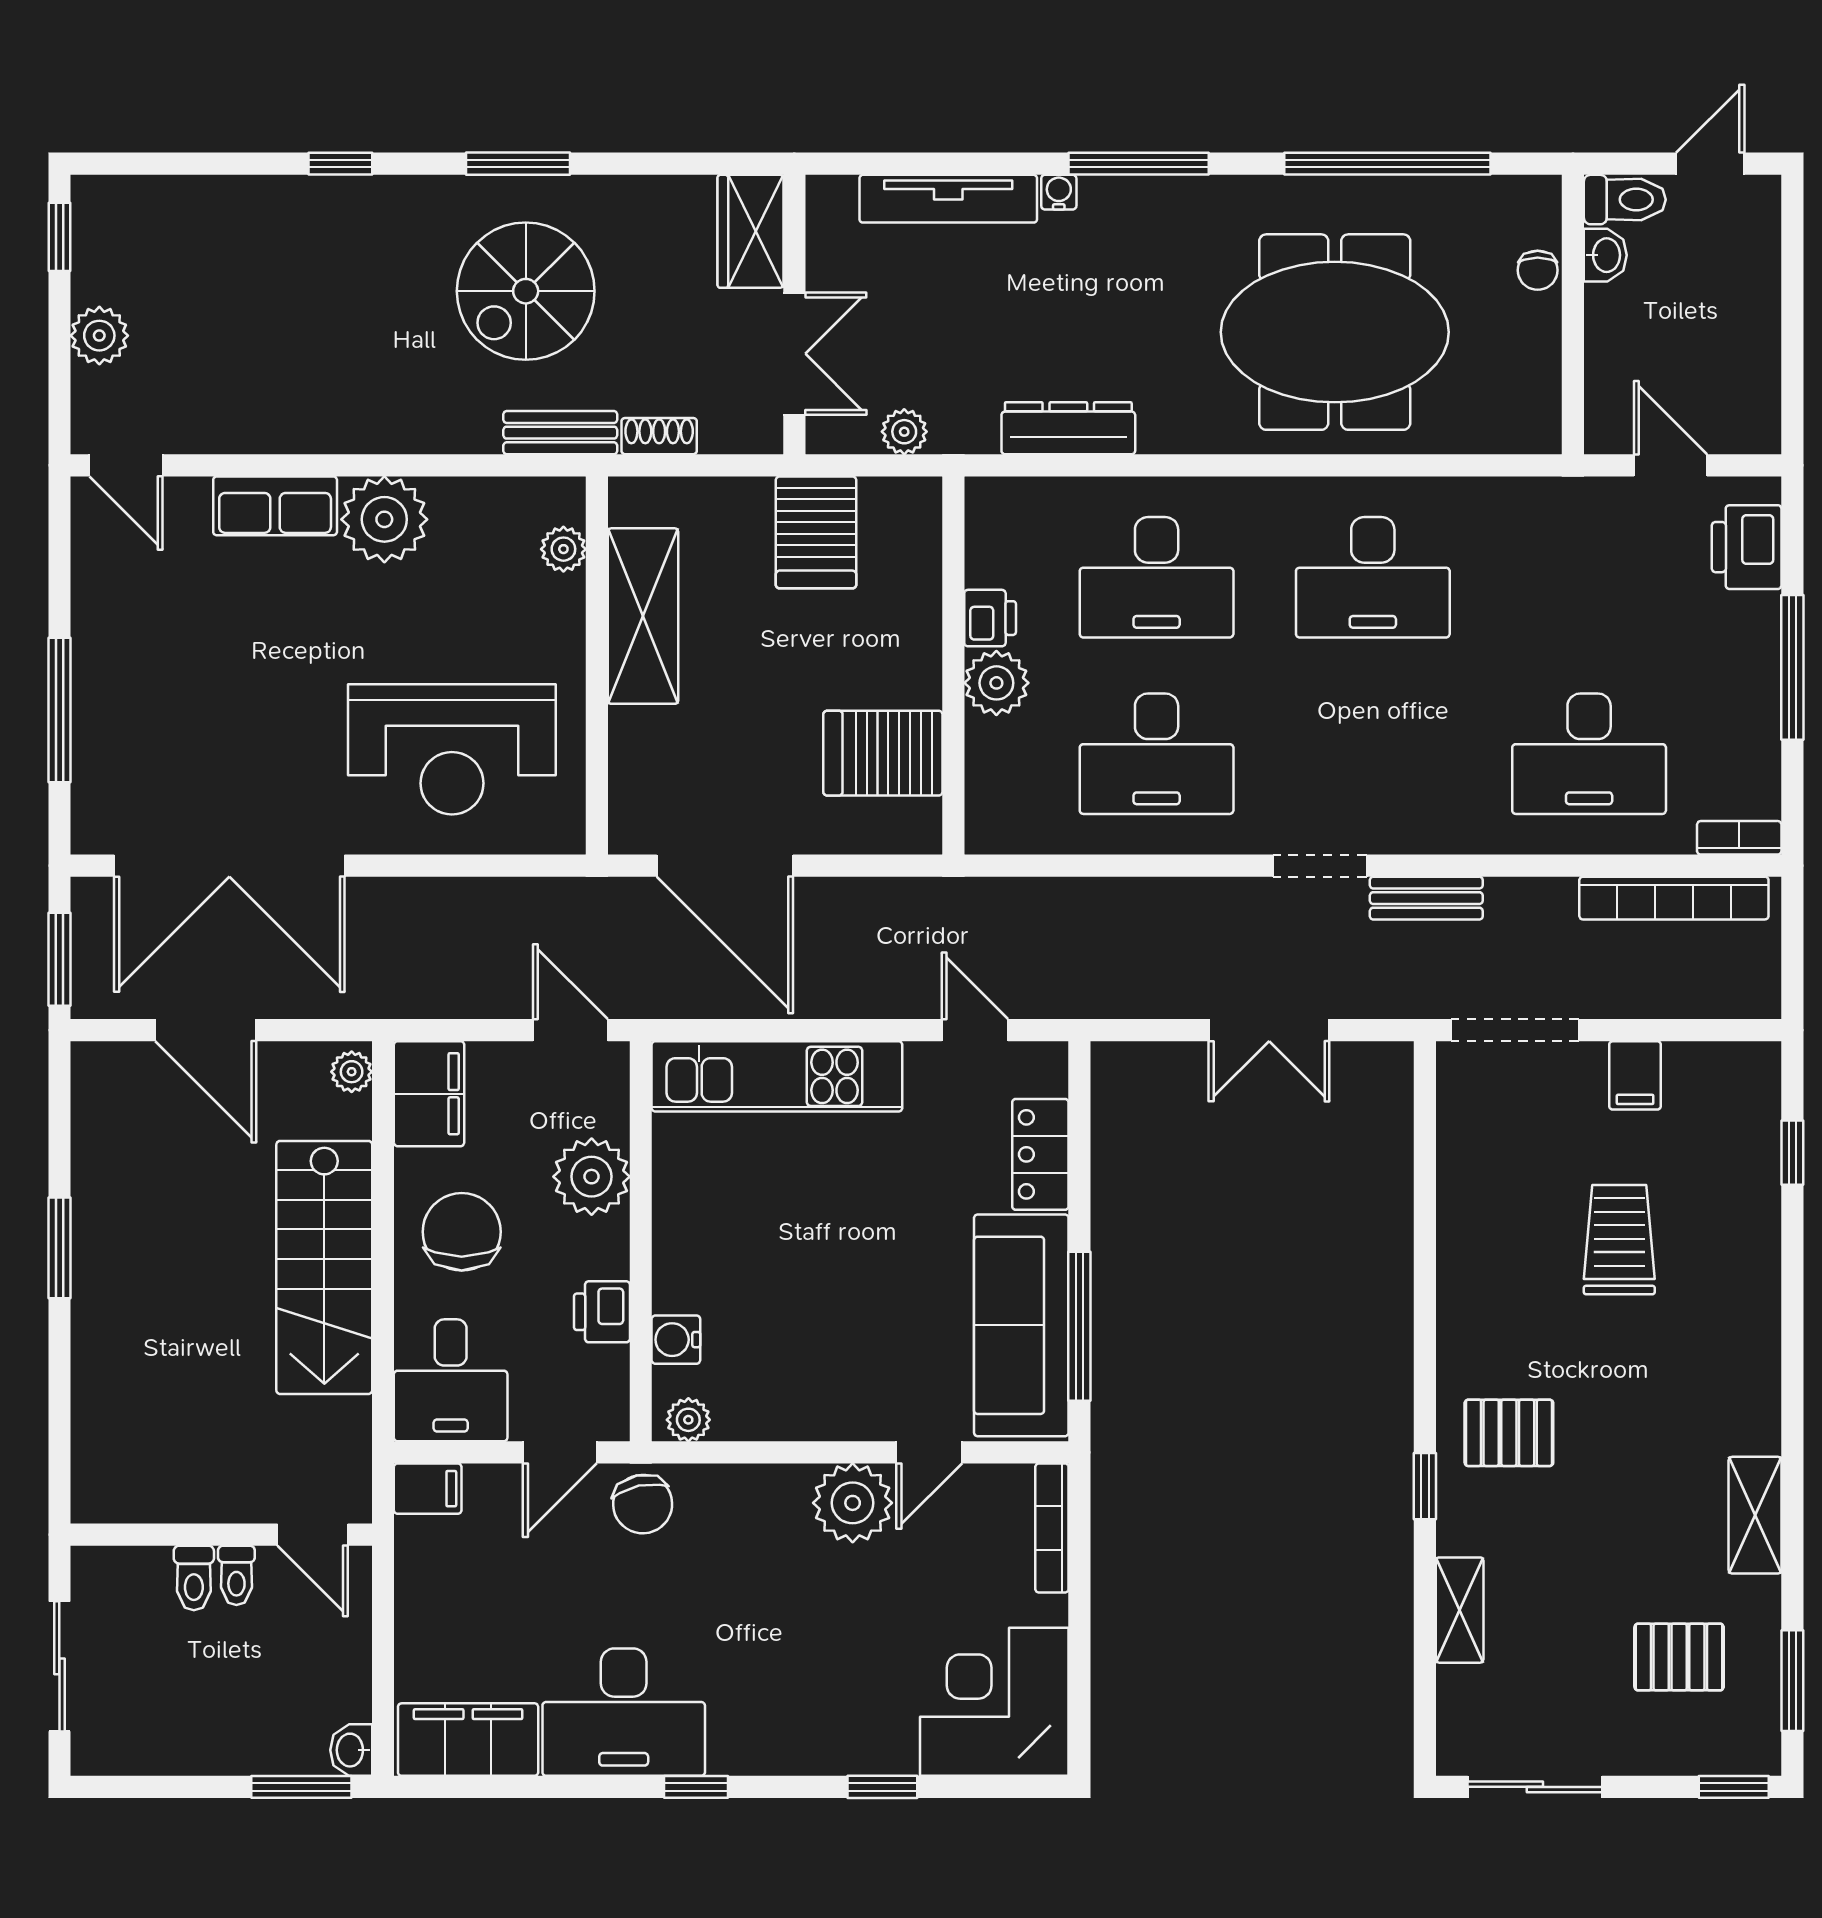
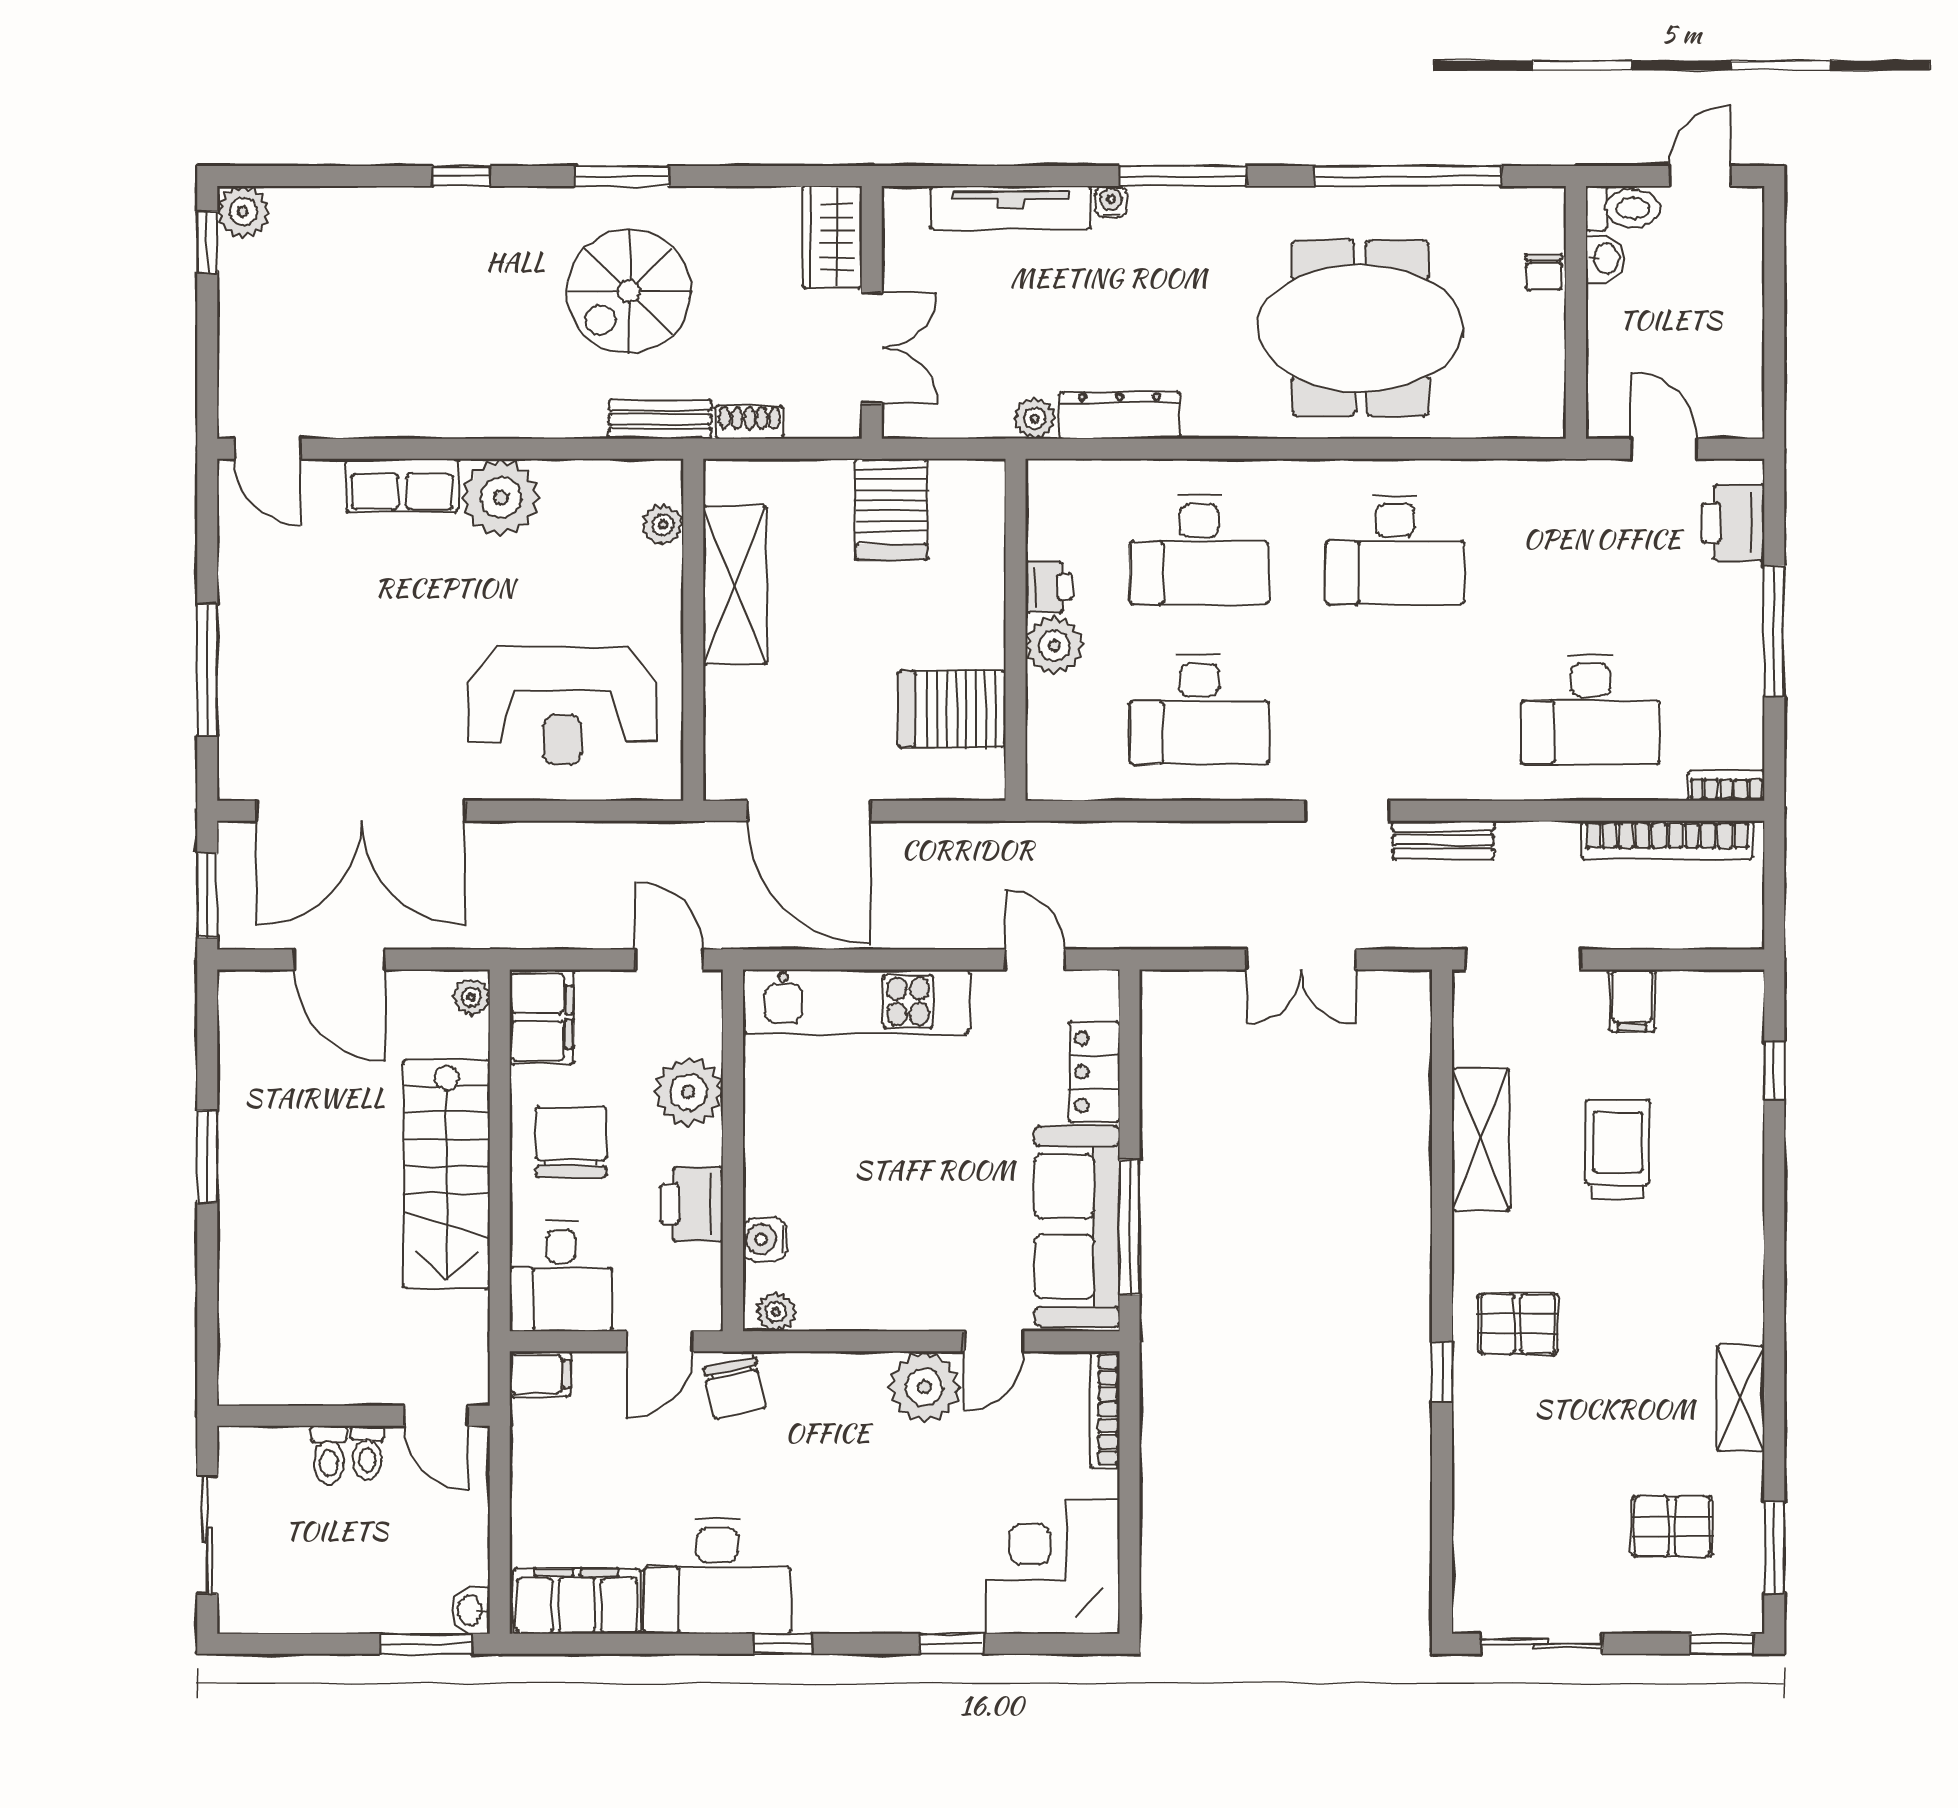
plant: (99, 336) -> (243, 212), moved
plant: (904, 432) -> (1035, 418), moved
printer: (602, 1312) -> (692, 1204), width x1.36, depth x1.24
shelving: (1460, 1610) -> (1481, 1140), moved, width x1.50, depth x1.33

